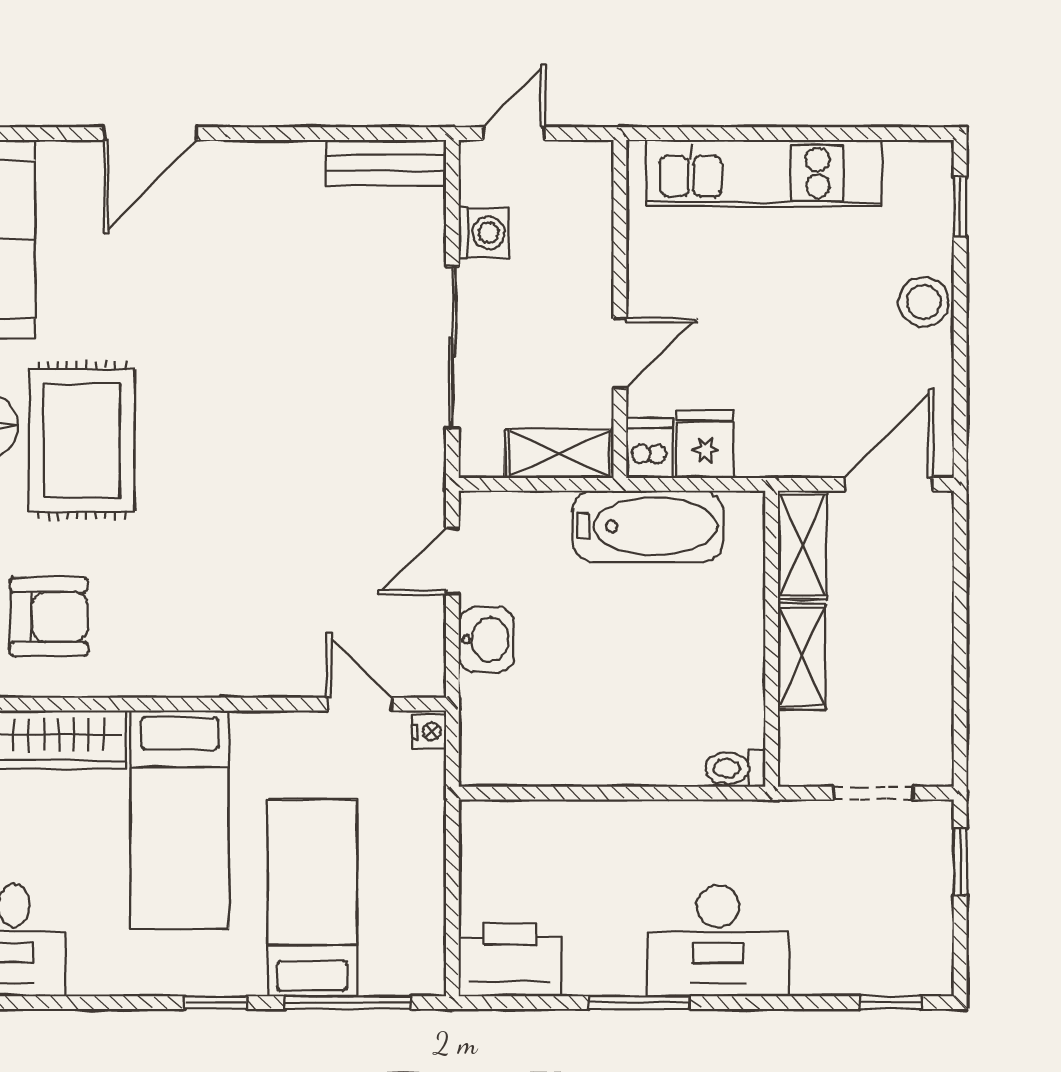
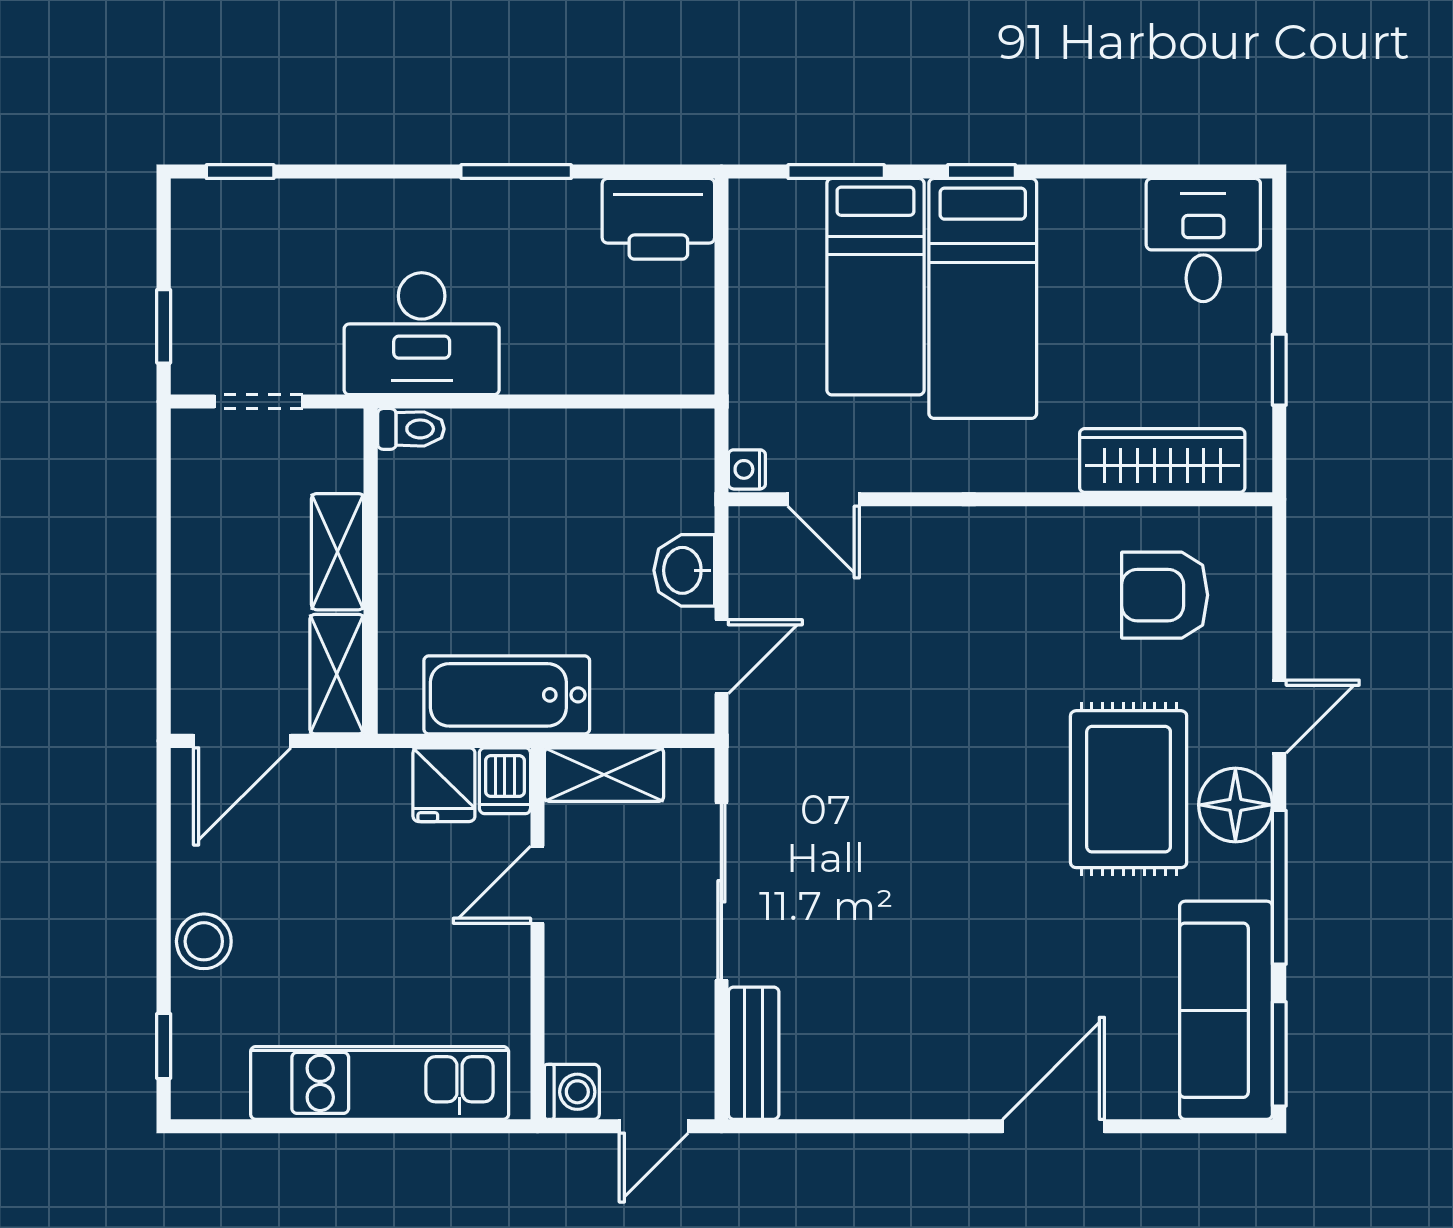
bench: (386, 163) -> (754, 1053), moved, turned 90
washing machine: (484, 233) -> (572, 1092), moved, turned 180
bed: (180, 820) -> (983, 298), moved, turned 180
desk: (718, 941) -> (422, 334), moved, turned 180
window: (348, 1003) -> (836, 172), width x0.69

